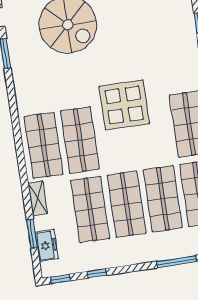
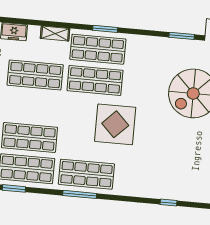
shop shelf: (126, 204) -> (32, 106), removed
window: (32, 234) -> (105, 29), moved

